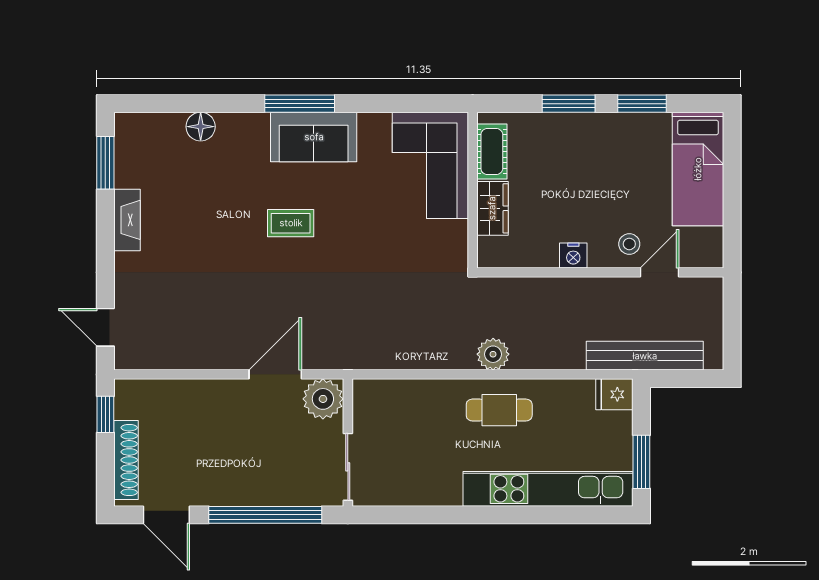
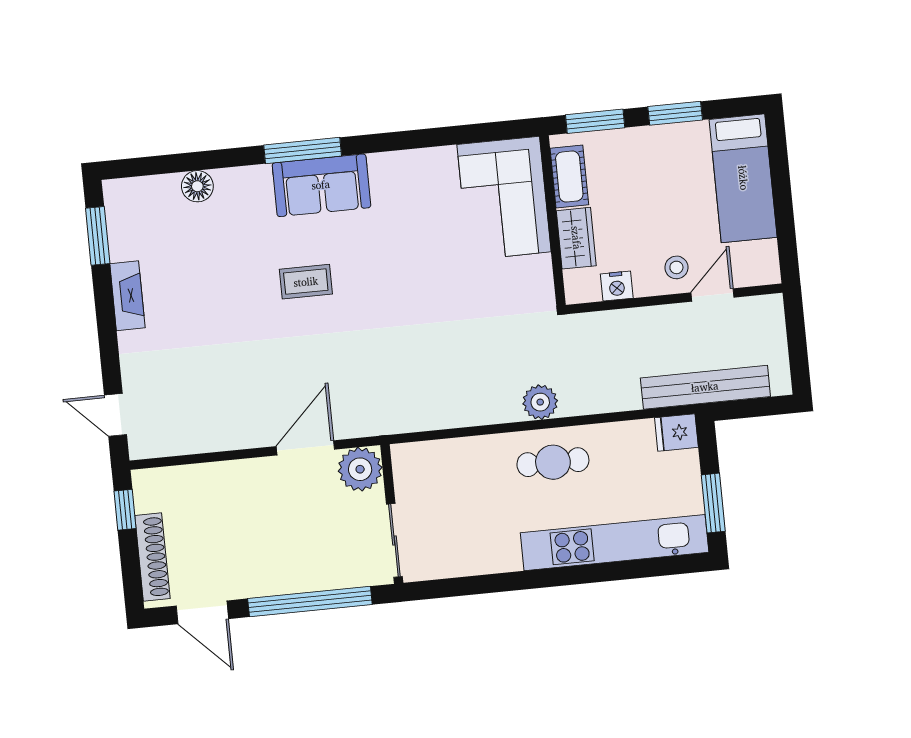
cot: (492, 152) -> (569, 177), moved
corner sofa: (430, 165) -> (504, 198), moved
wall: (473, 190) -> (553, 221), moved
wardrobe: (492, 208) -> (576, 238), moved

